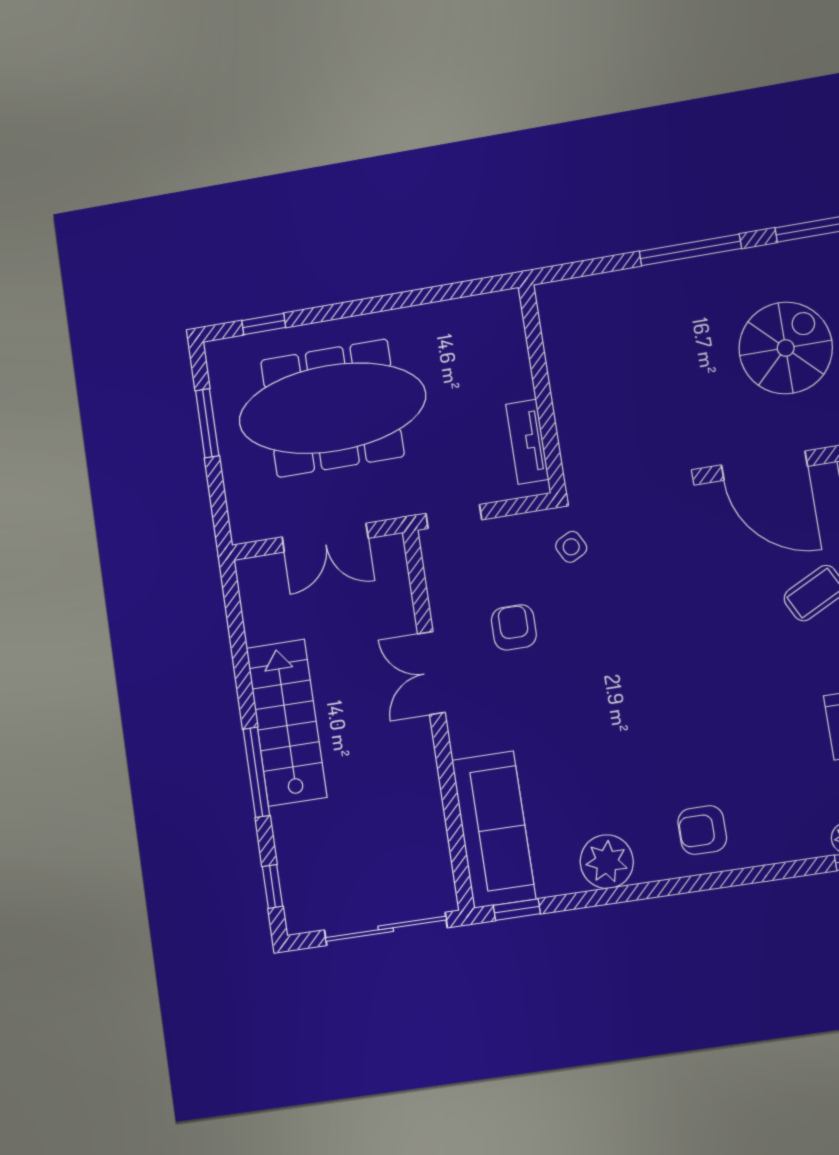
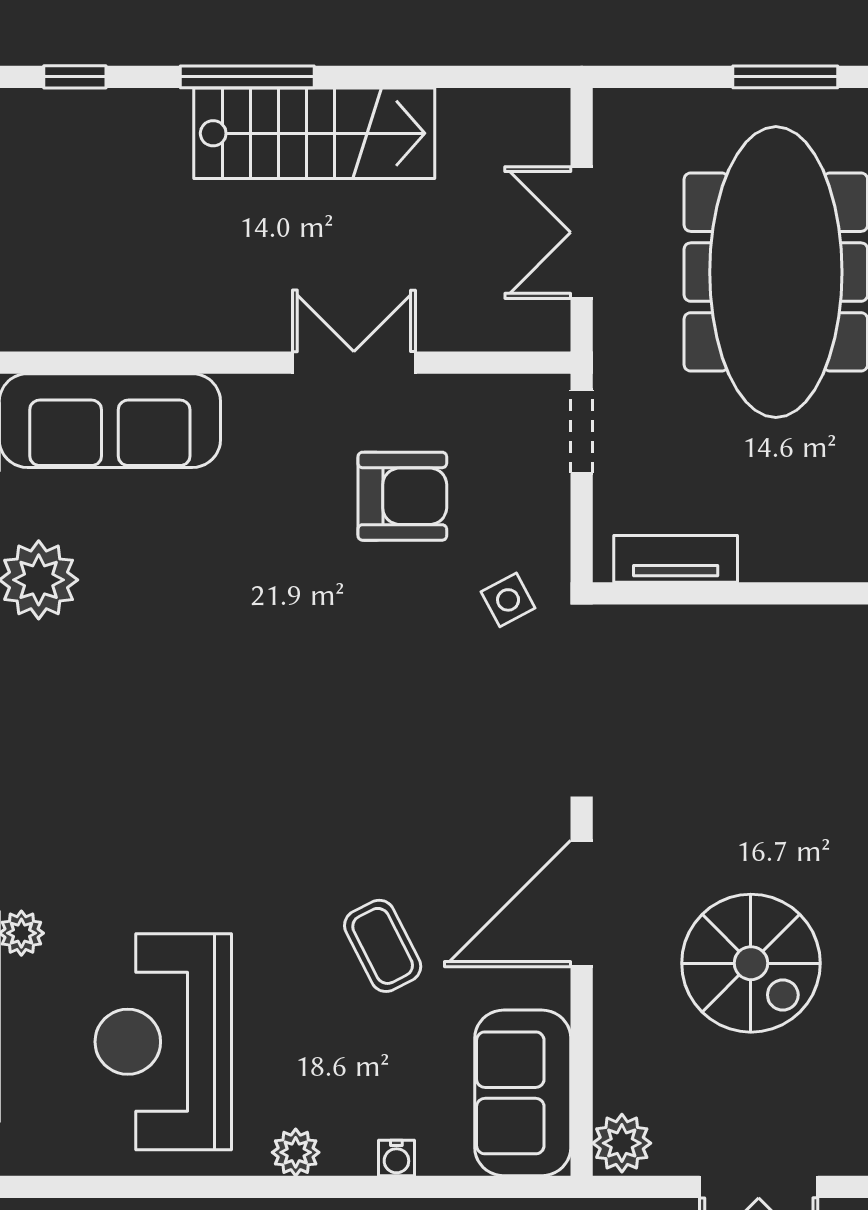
armchair: (514, 627) -> (402, 496), width x1.38, depth x1.38
armchair: (702, 830) -> (64, 727), removed

